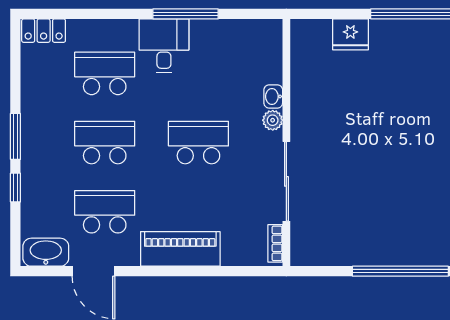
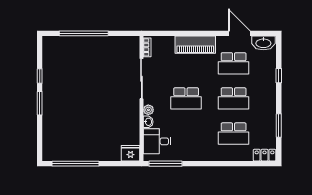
window: (186, 14) -> (166, 164), moved
fridge: (350, 34) -> (130, 153), moved
desk: (164, 46) -> (157, 141), moved, turned 90
window: (15, 136) -> (279, 126), moved

